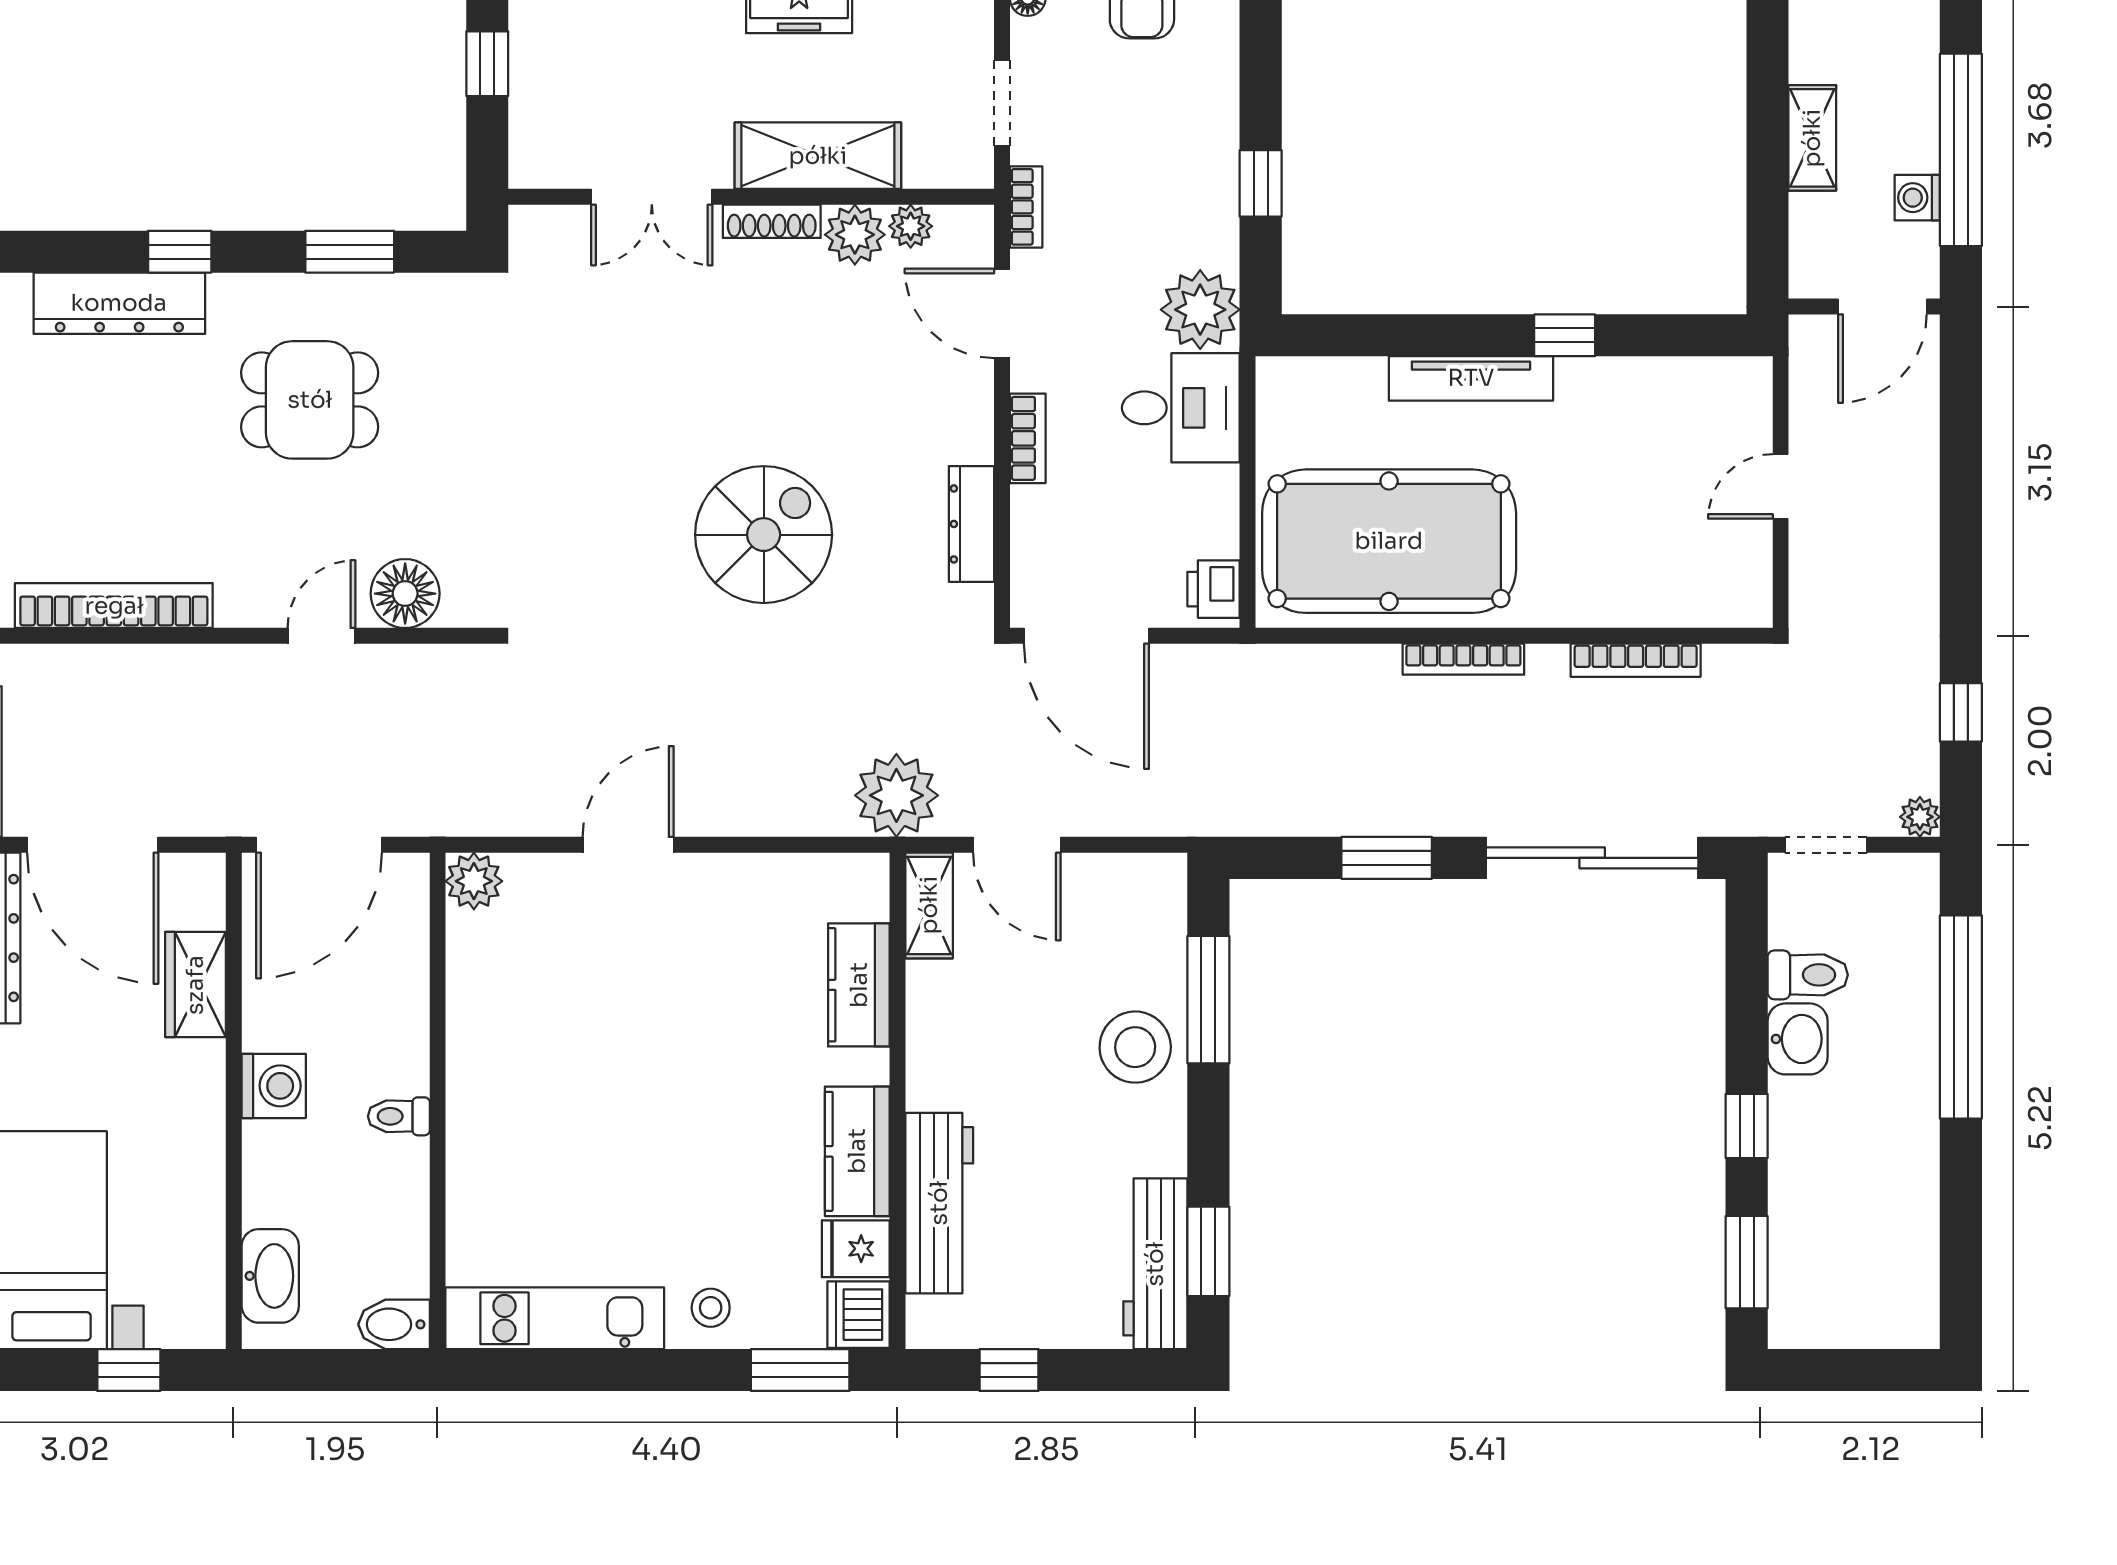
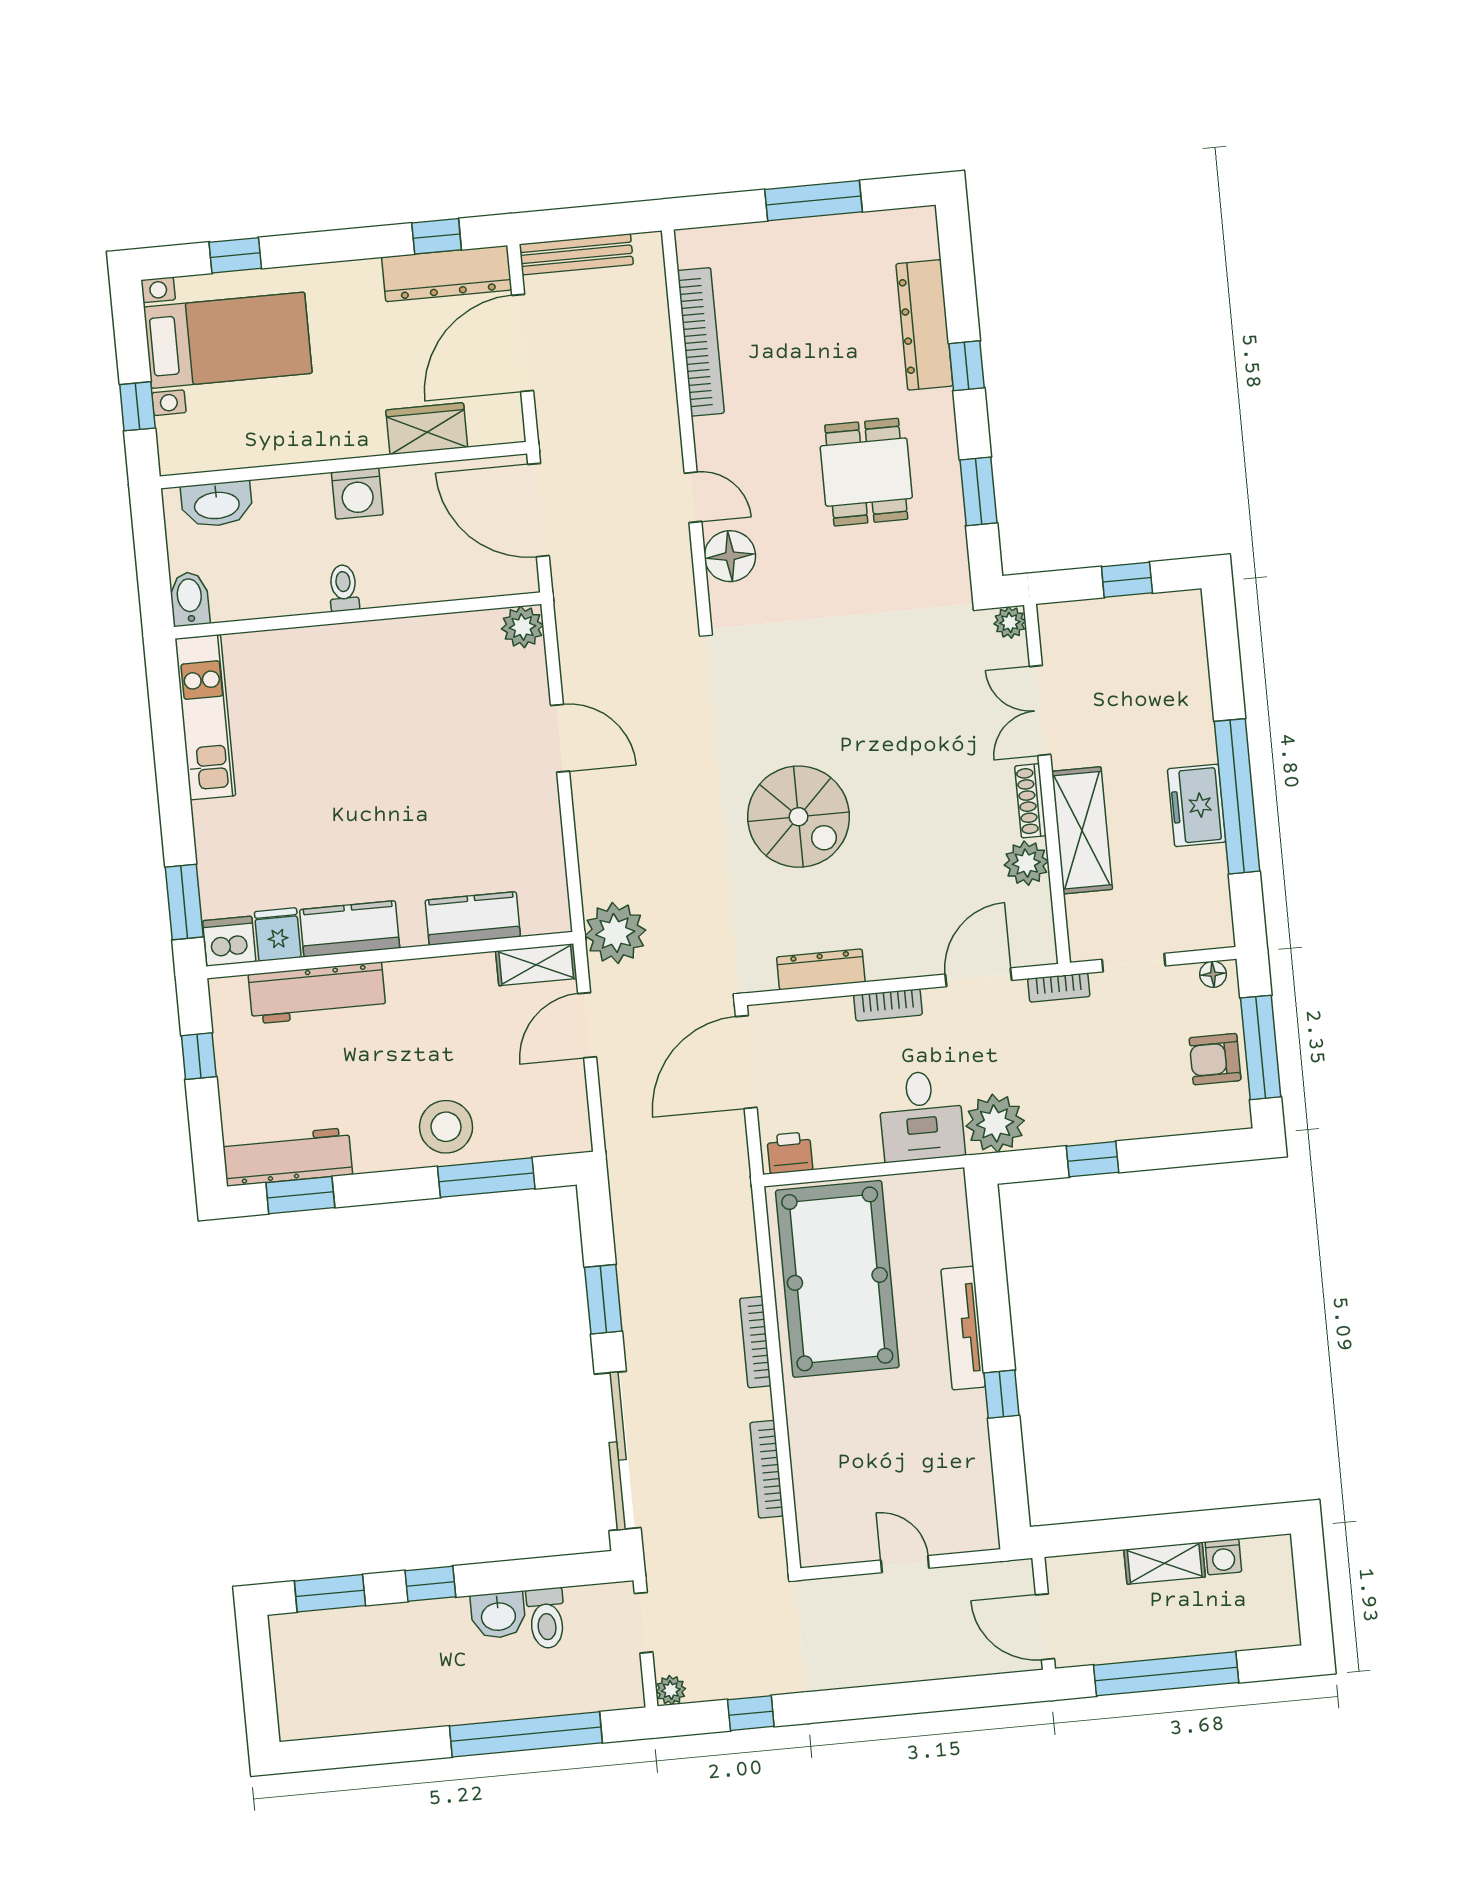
washing machine: (1917, 198) -> (1223, 1557), moved, turned 180
plant: (911, 226) -> (1010, 622), moved
stool: (711, 1308) -> (224, 832), removed

